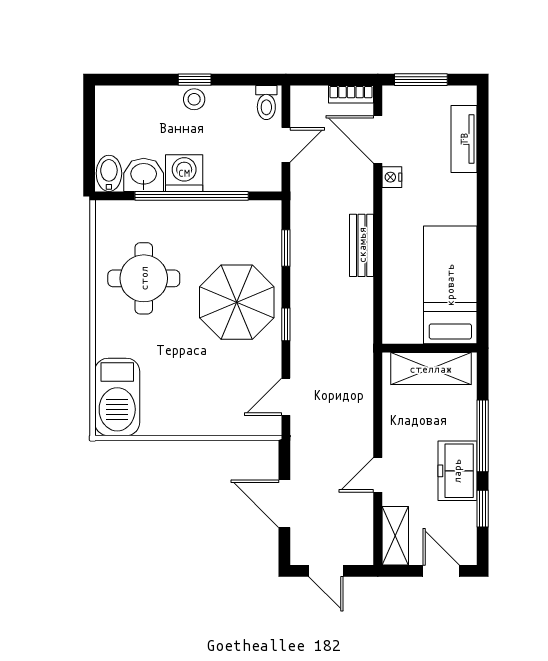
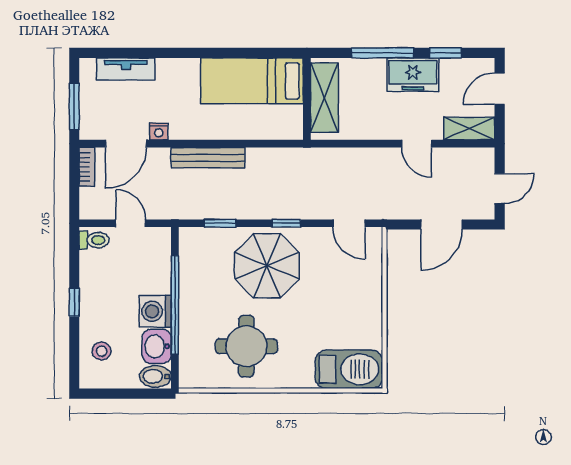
stool: (194, 99) -> (102, 351), moved
bench: (362, 245) -> (208, 158), width x1.36

